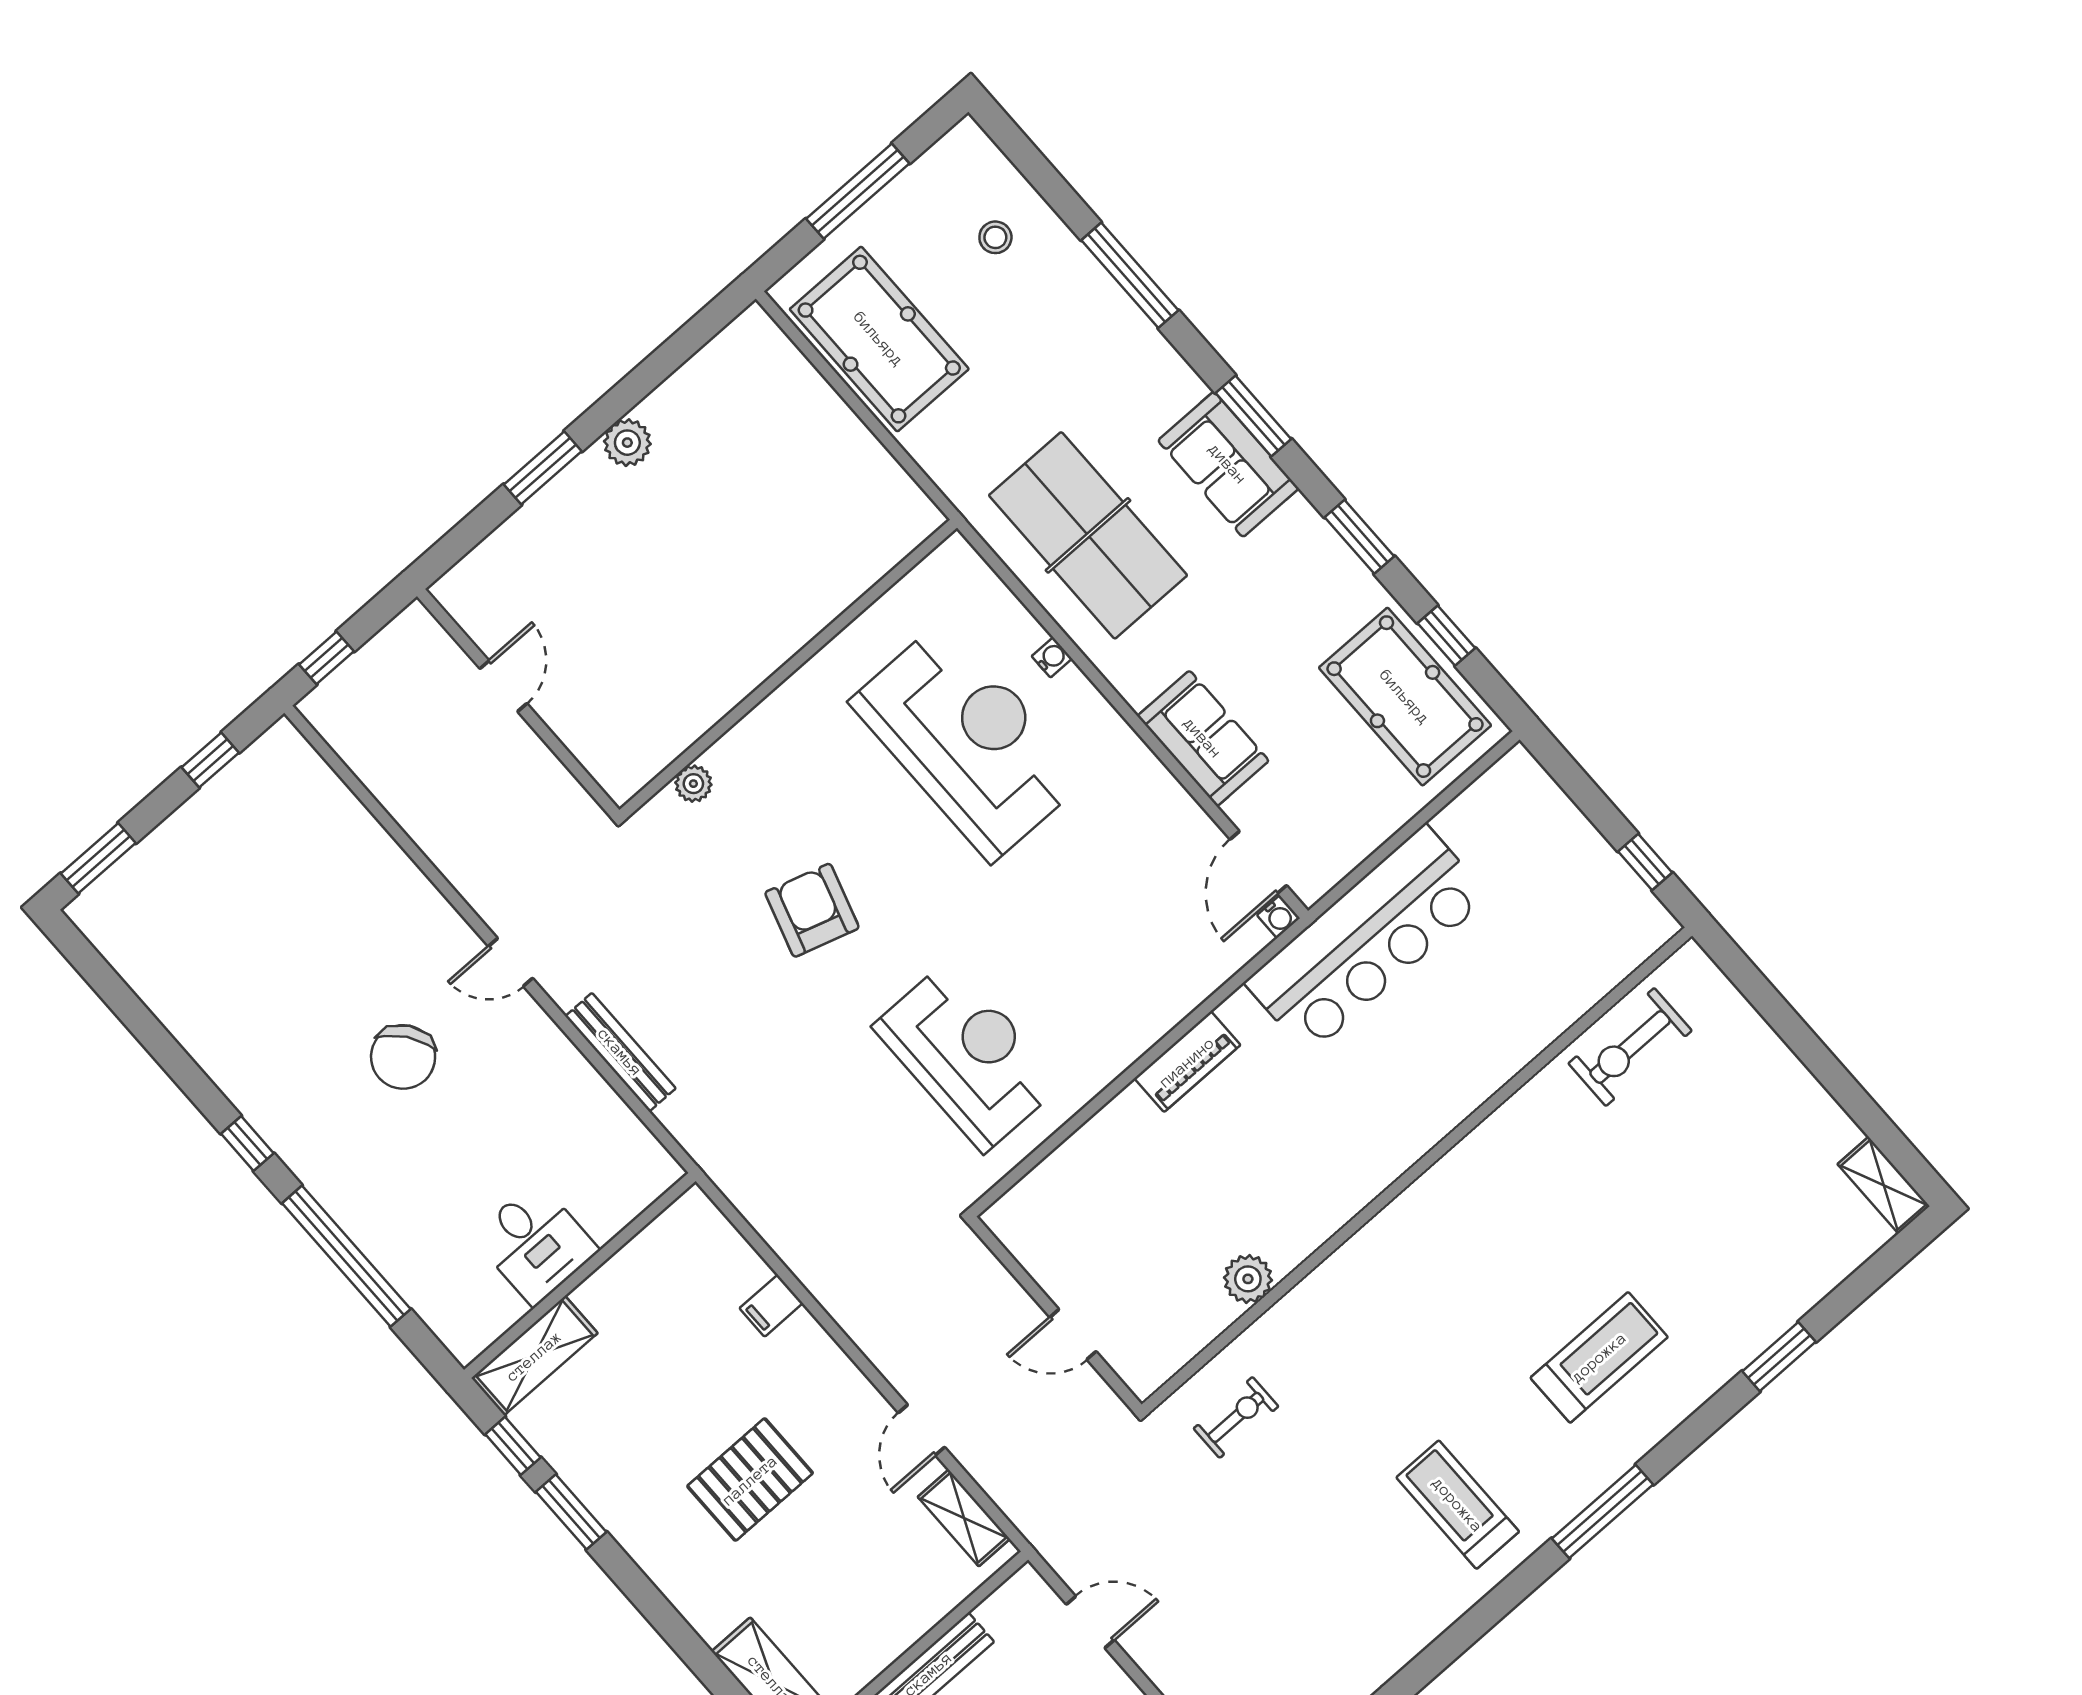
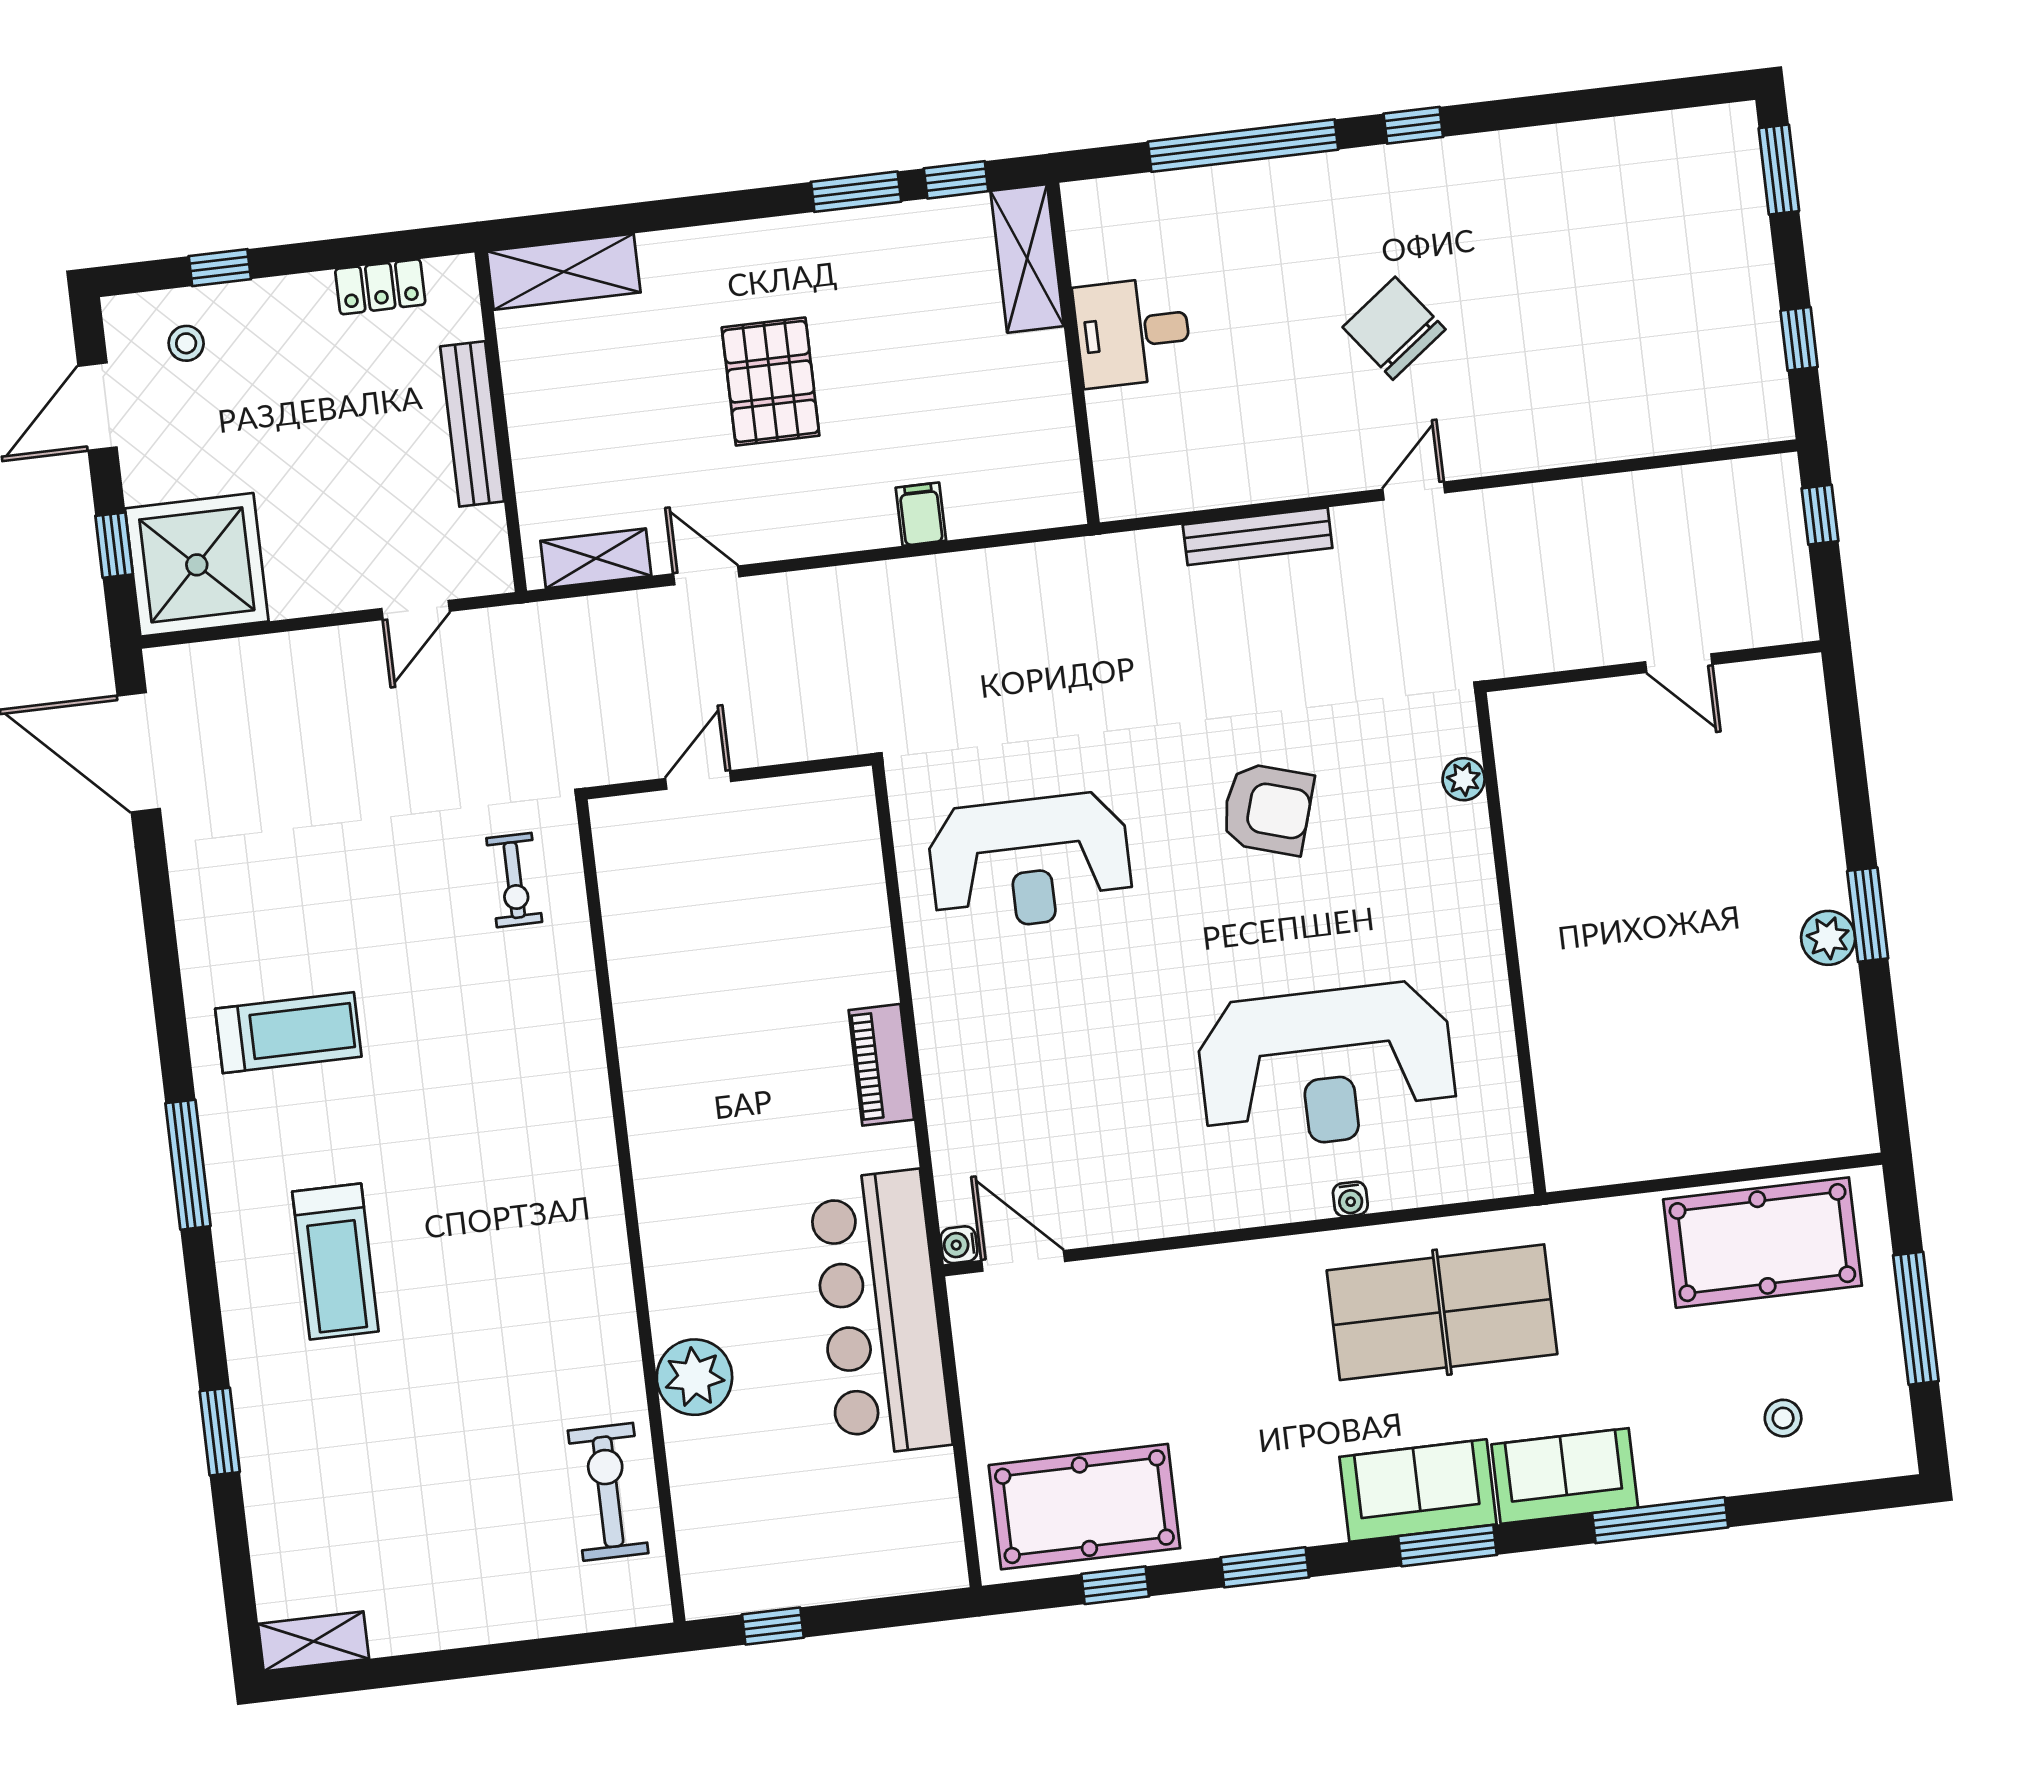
window: (543, 468) -> (1868, 915), moved
sofa: (1203, 738) -> (1565, 1476), moved, turned 180
plant: (1248, 1279) -> (694, 1377), moved, width x1.36, depth x1.36

